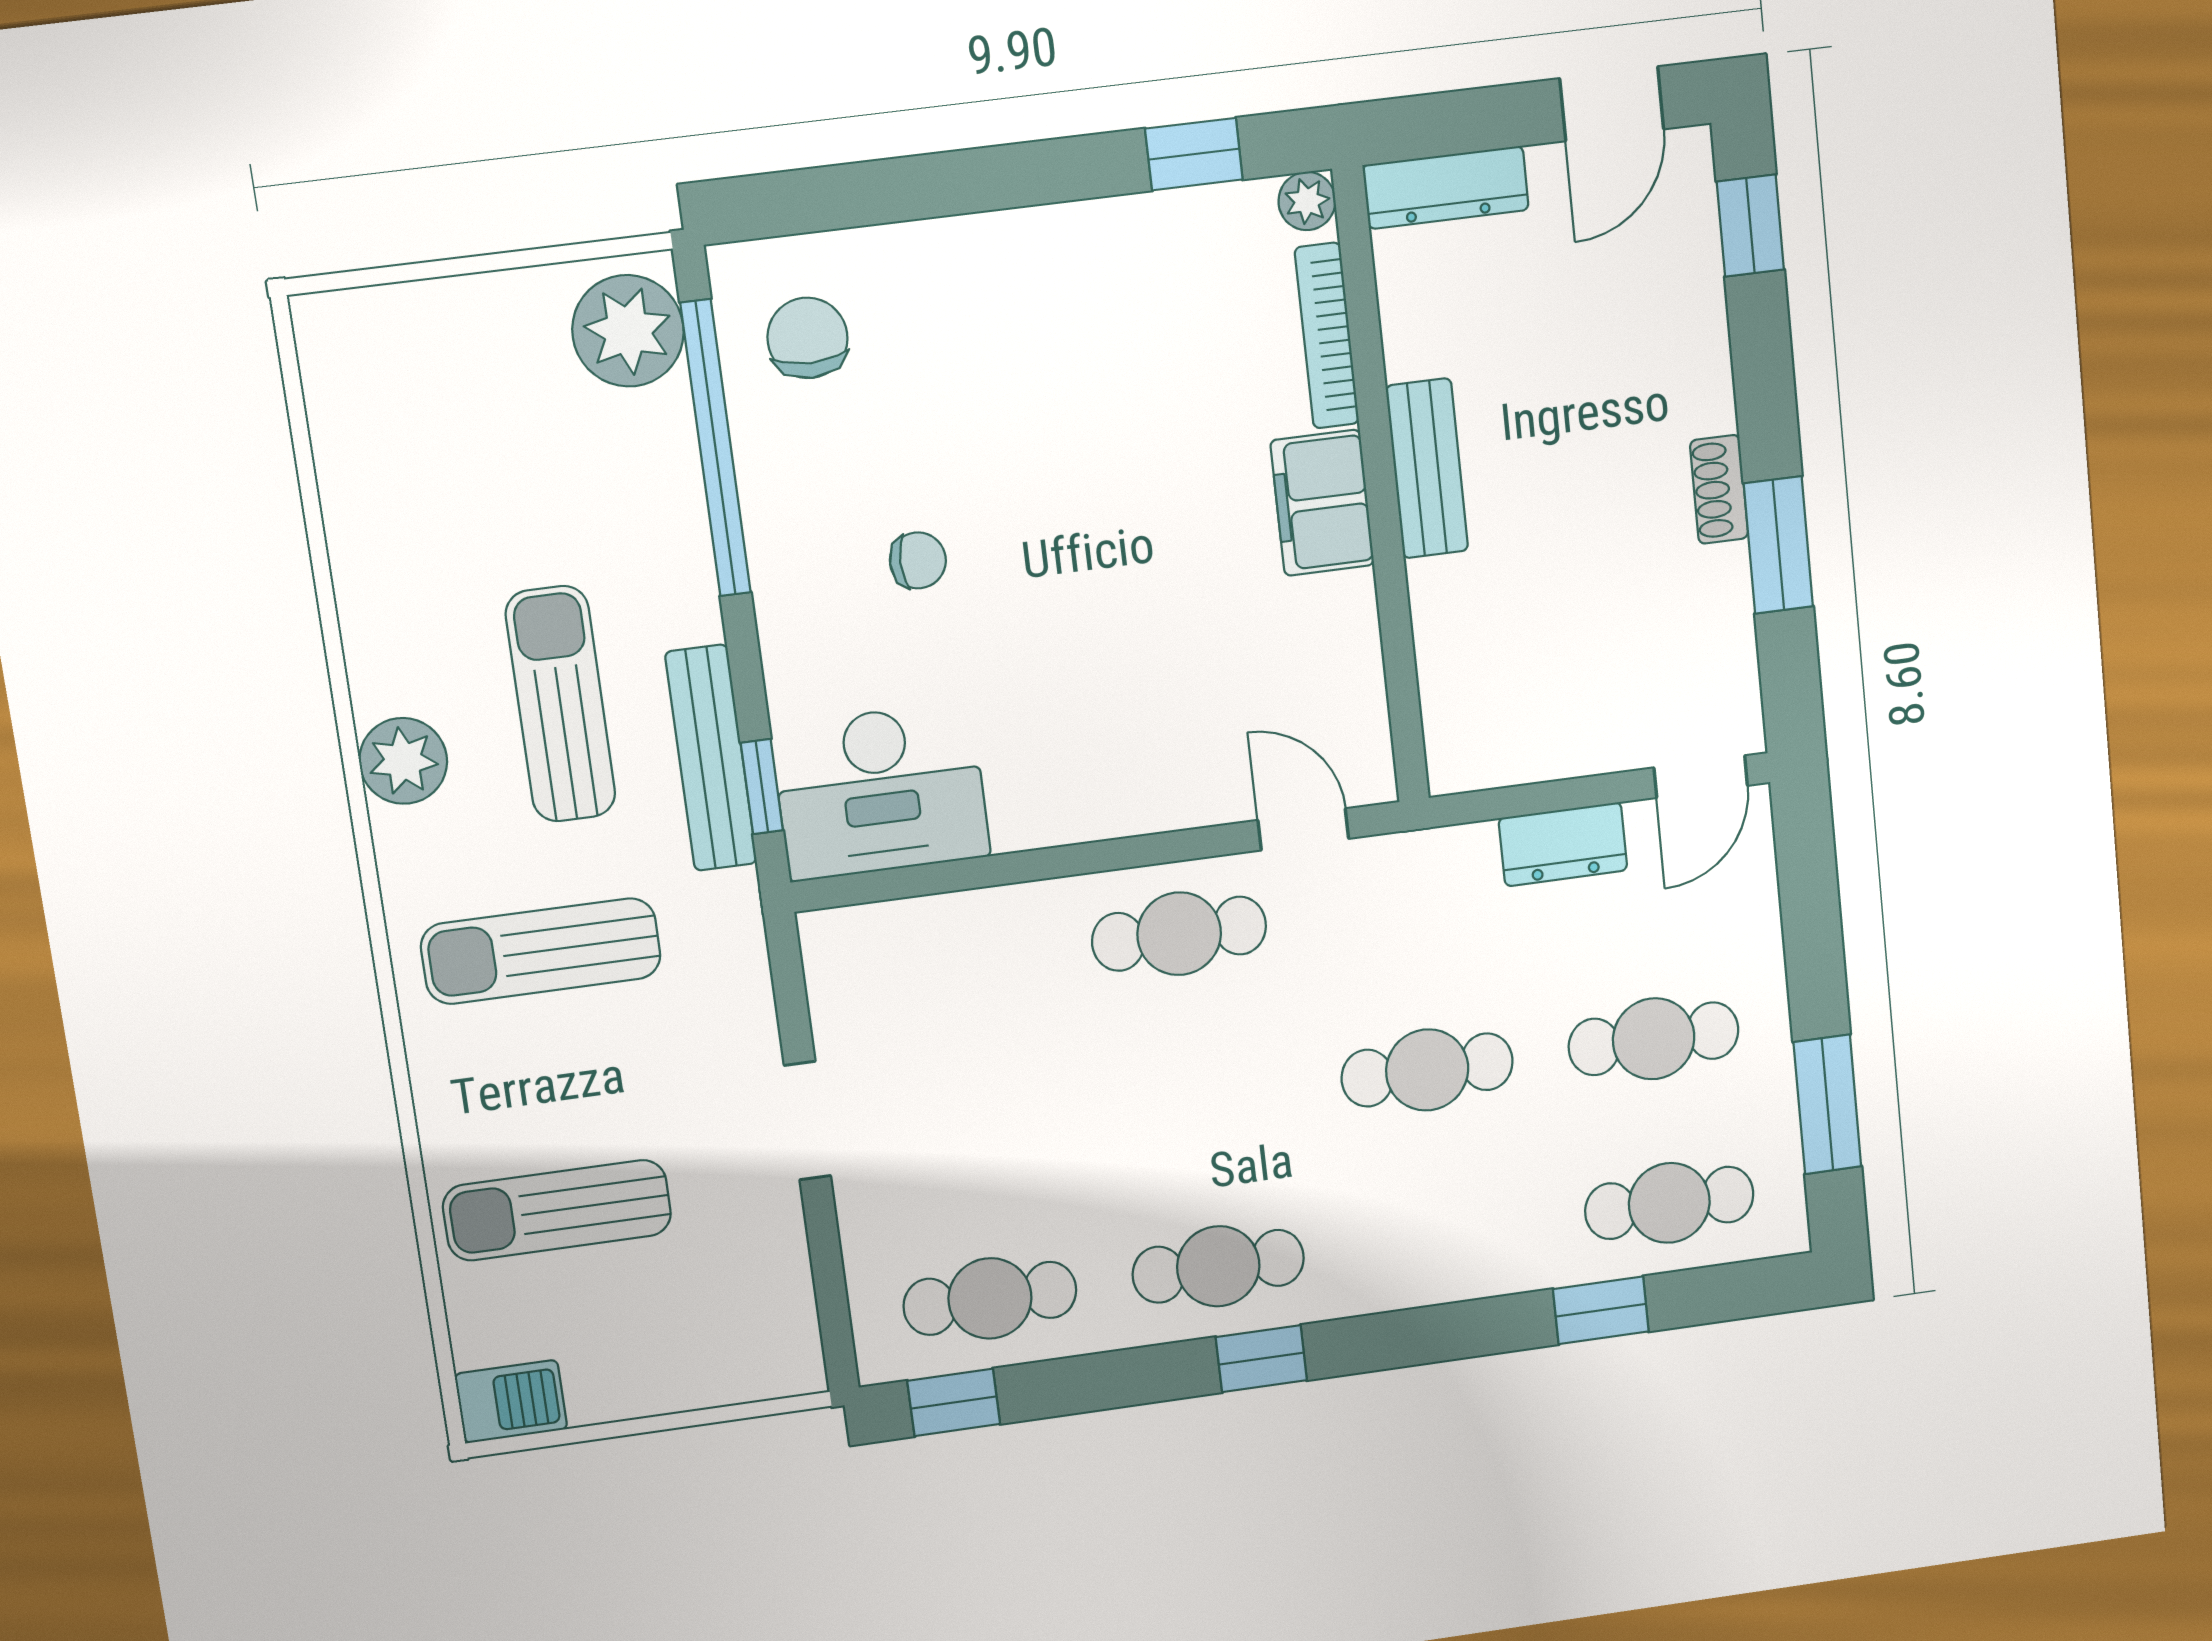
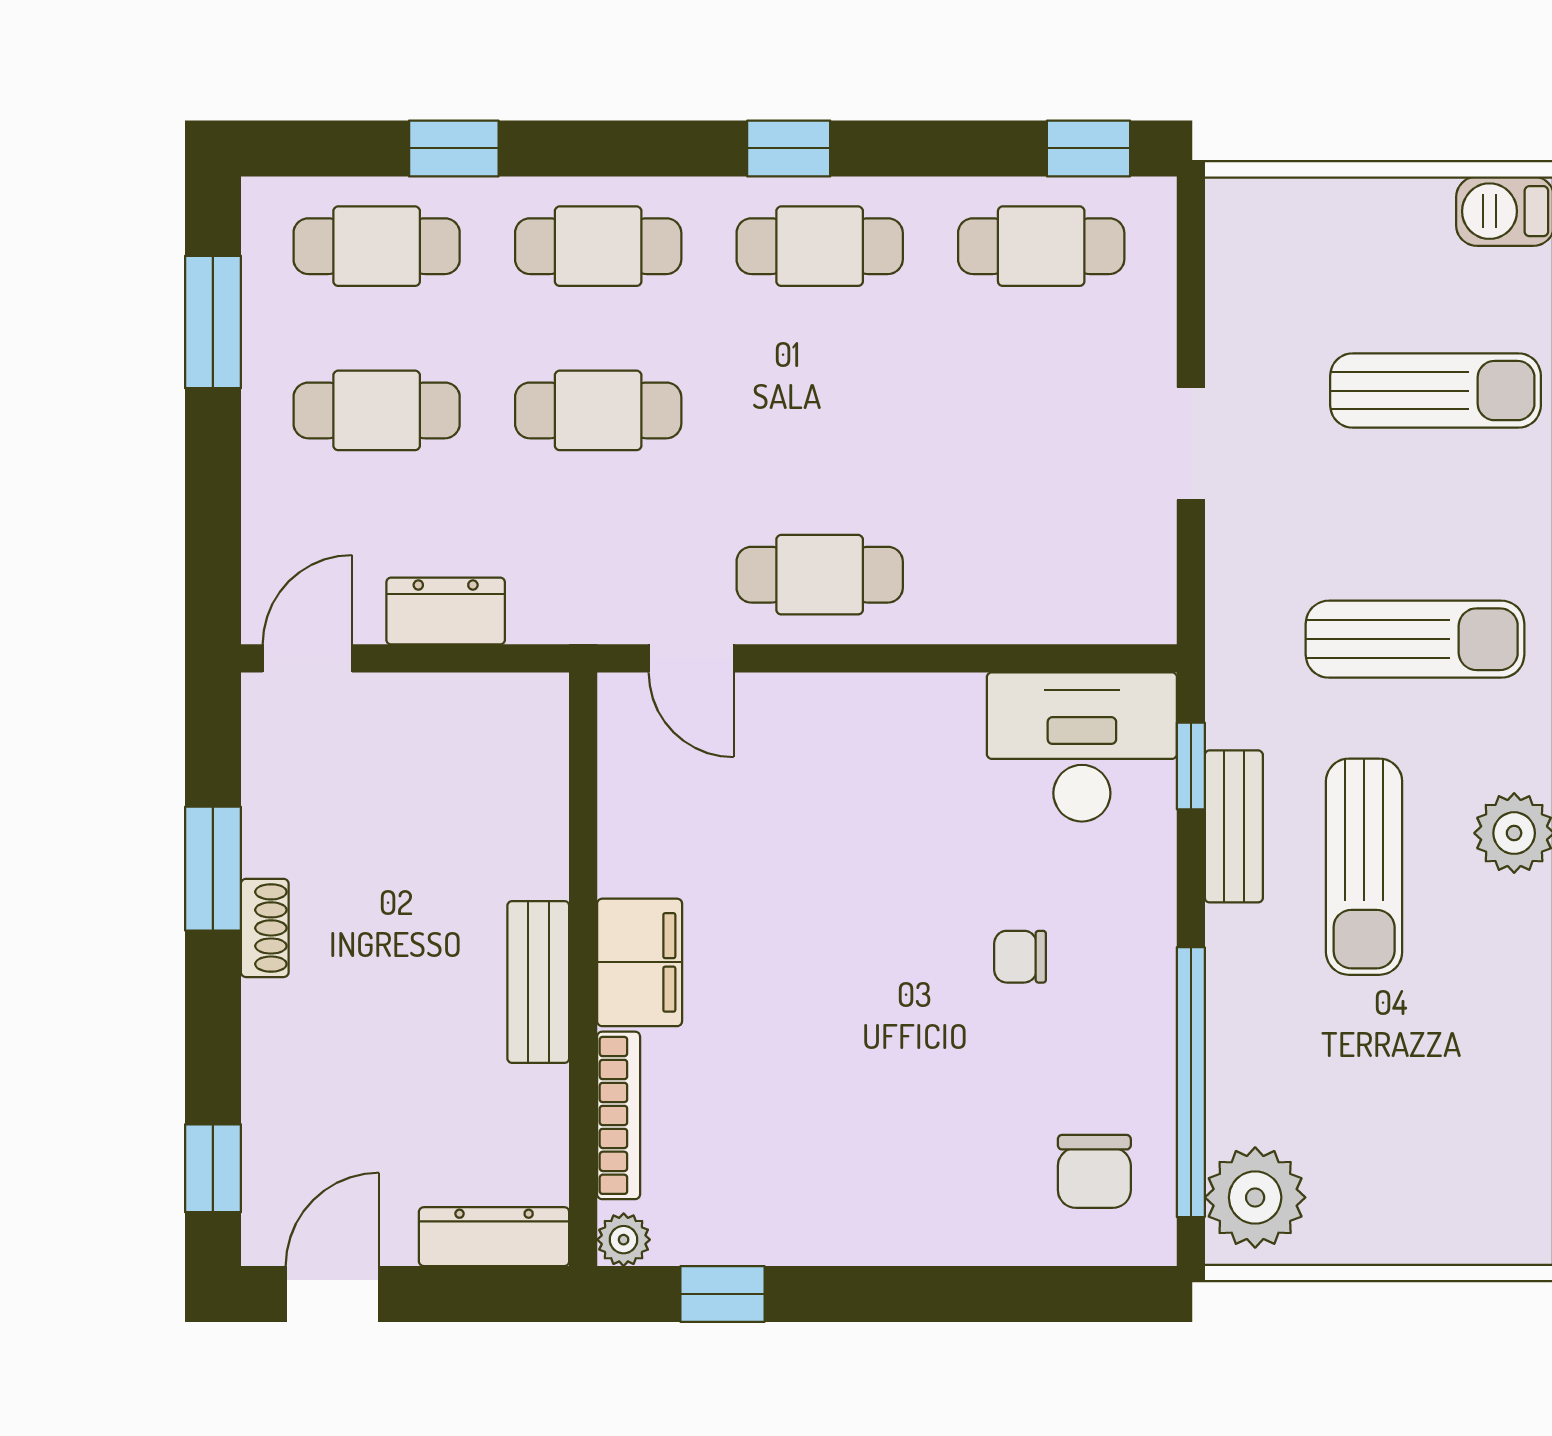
bench: (711, 758) -> (1234, 826), width x0.73
cafe table: (1445, 1234) -> (598, 246), added

